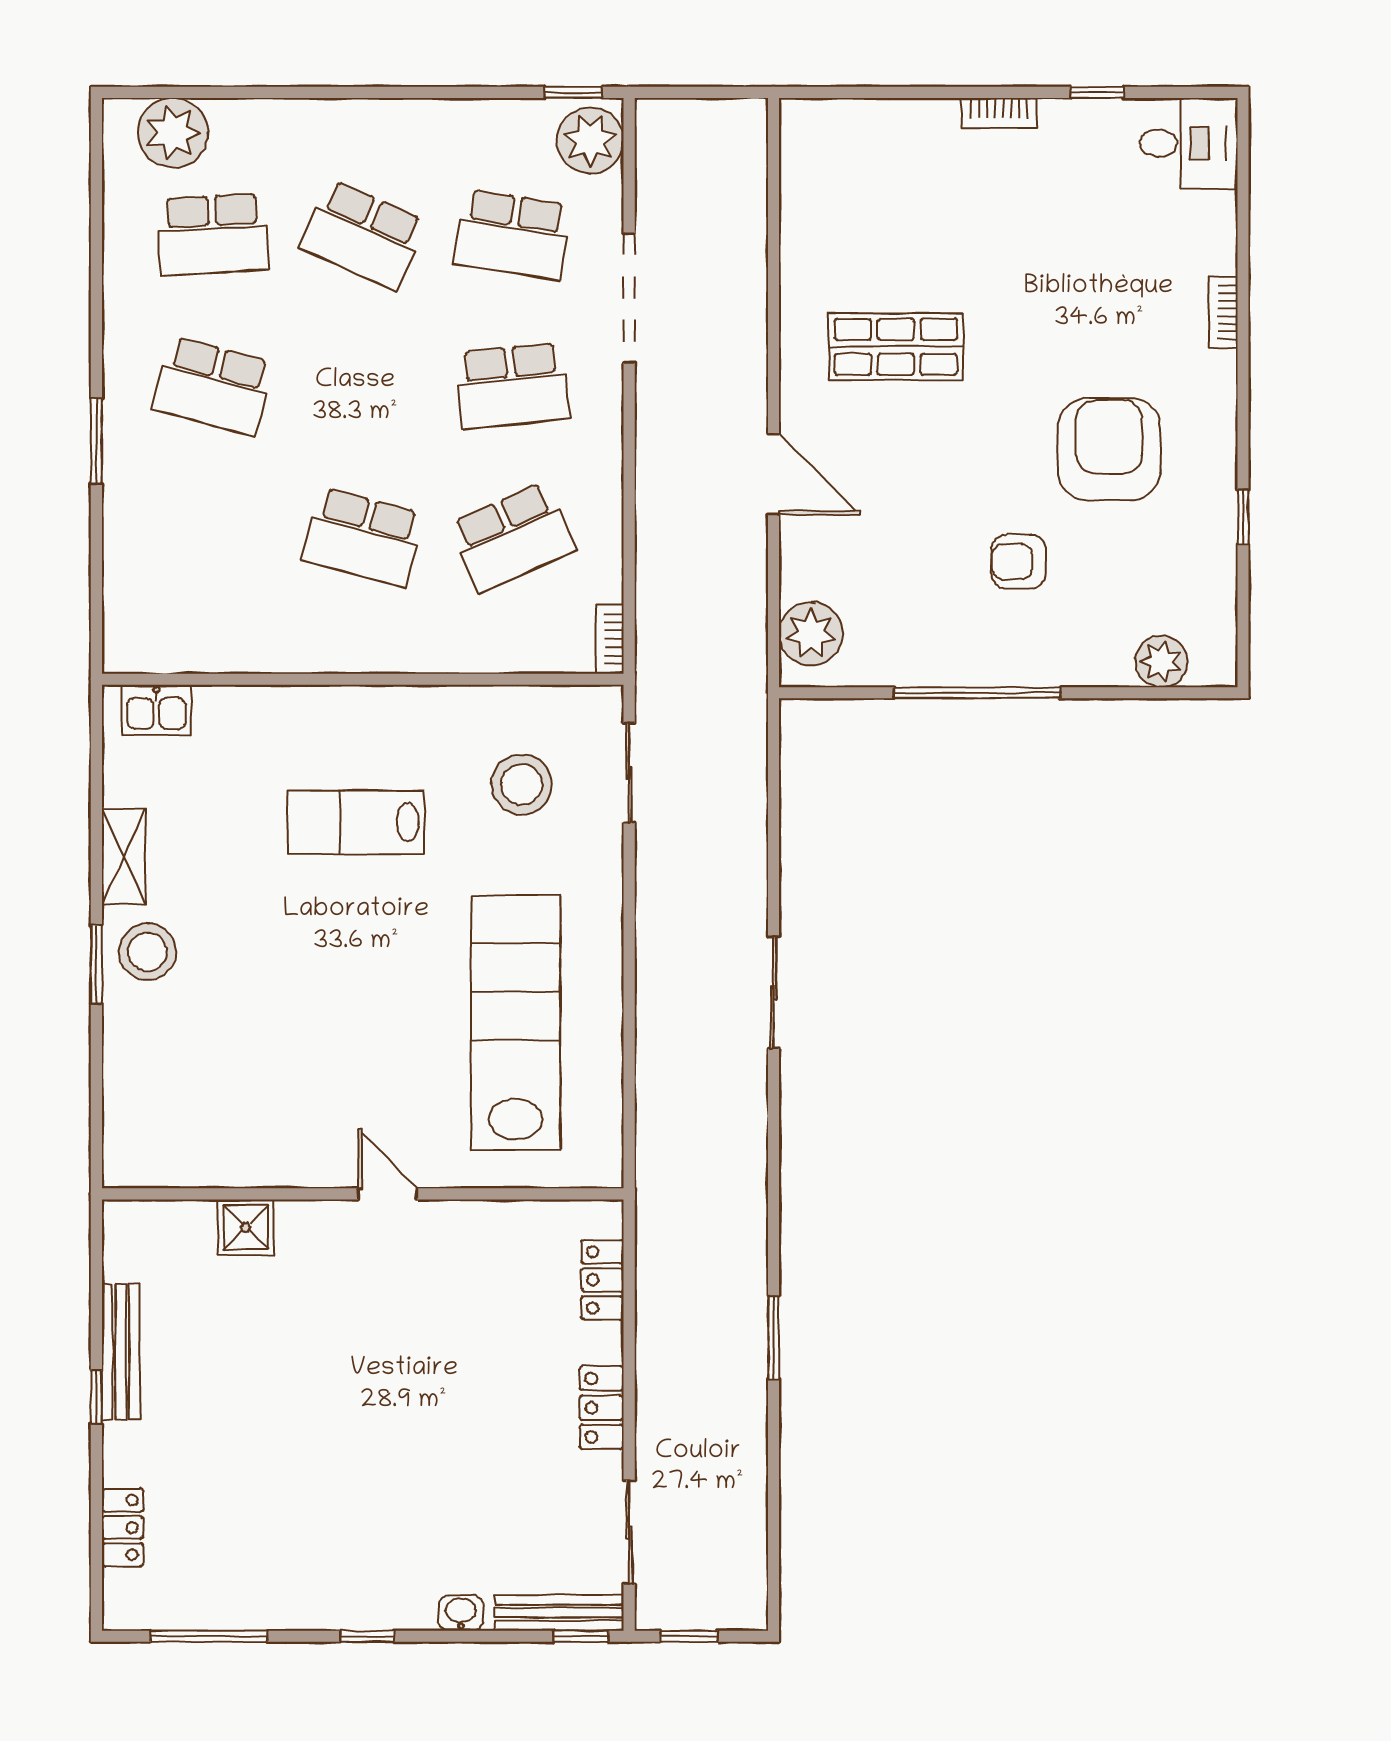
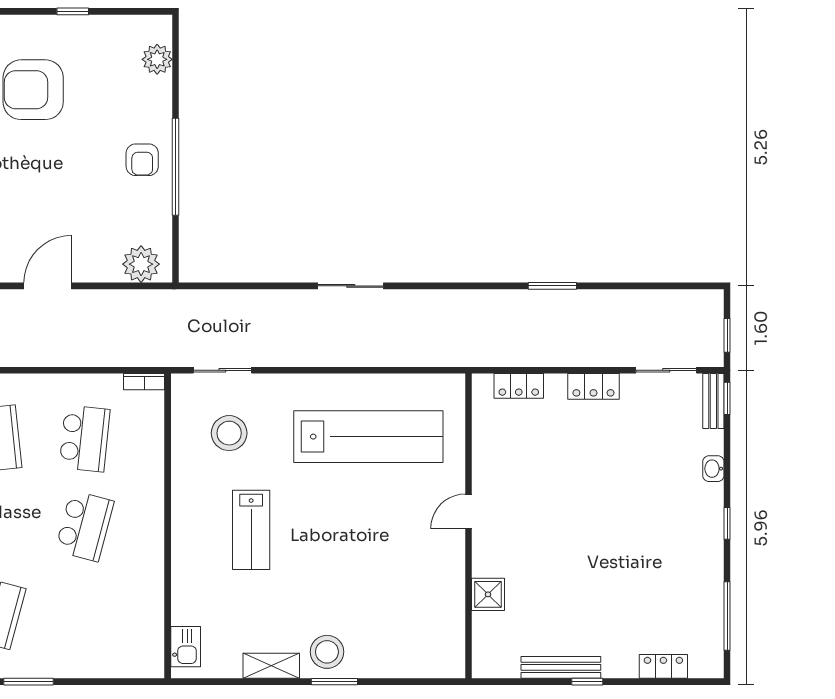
school desk: (512, 537) -> (85, 438), turned 30
armchair: (1019, 562) -> (142, 160), moved
lab bench: (516, 1022) -> (368, 437), turned 180
bench: (559, 1613) -> (713, 401), width x0.73

